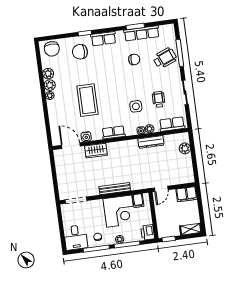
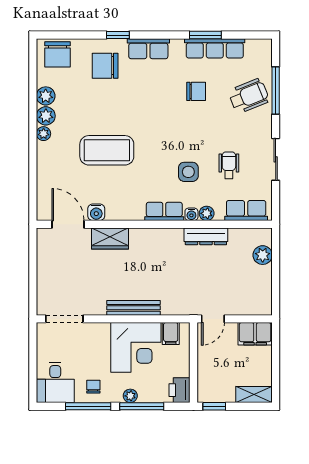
coffee table: (87, 100) -> (107, 150), turned 90
row of seats: (113, 132) -> (164, 211), moved

